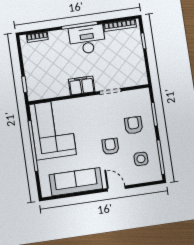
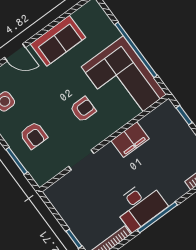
filing cabinet: (82, 86) -> (130, 140), moved
armchair: (110, 146) -> (83, 109), moved, turned -90
sofa: (76, 182) -> (58, 41), width x0.73

